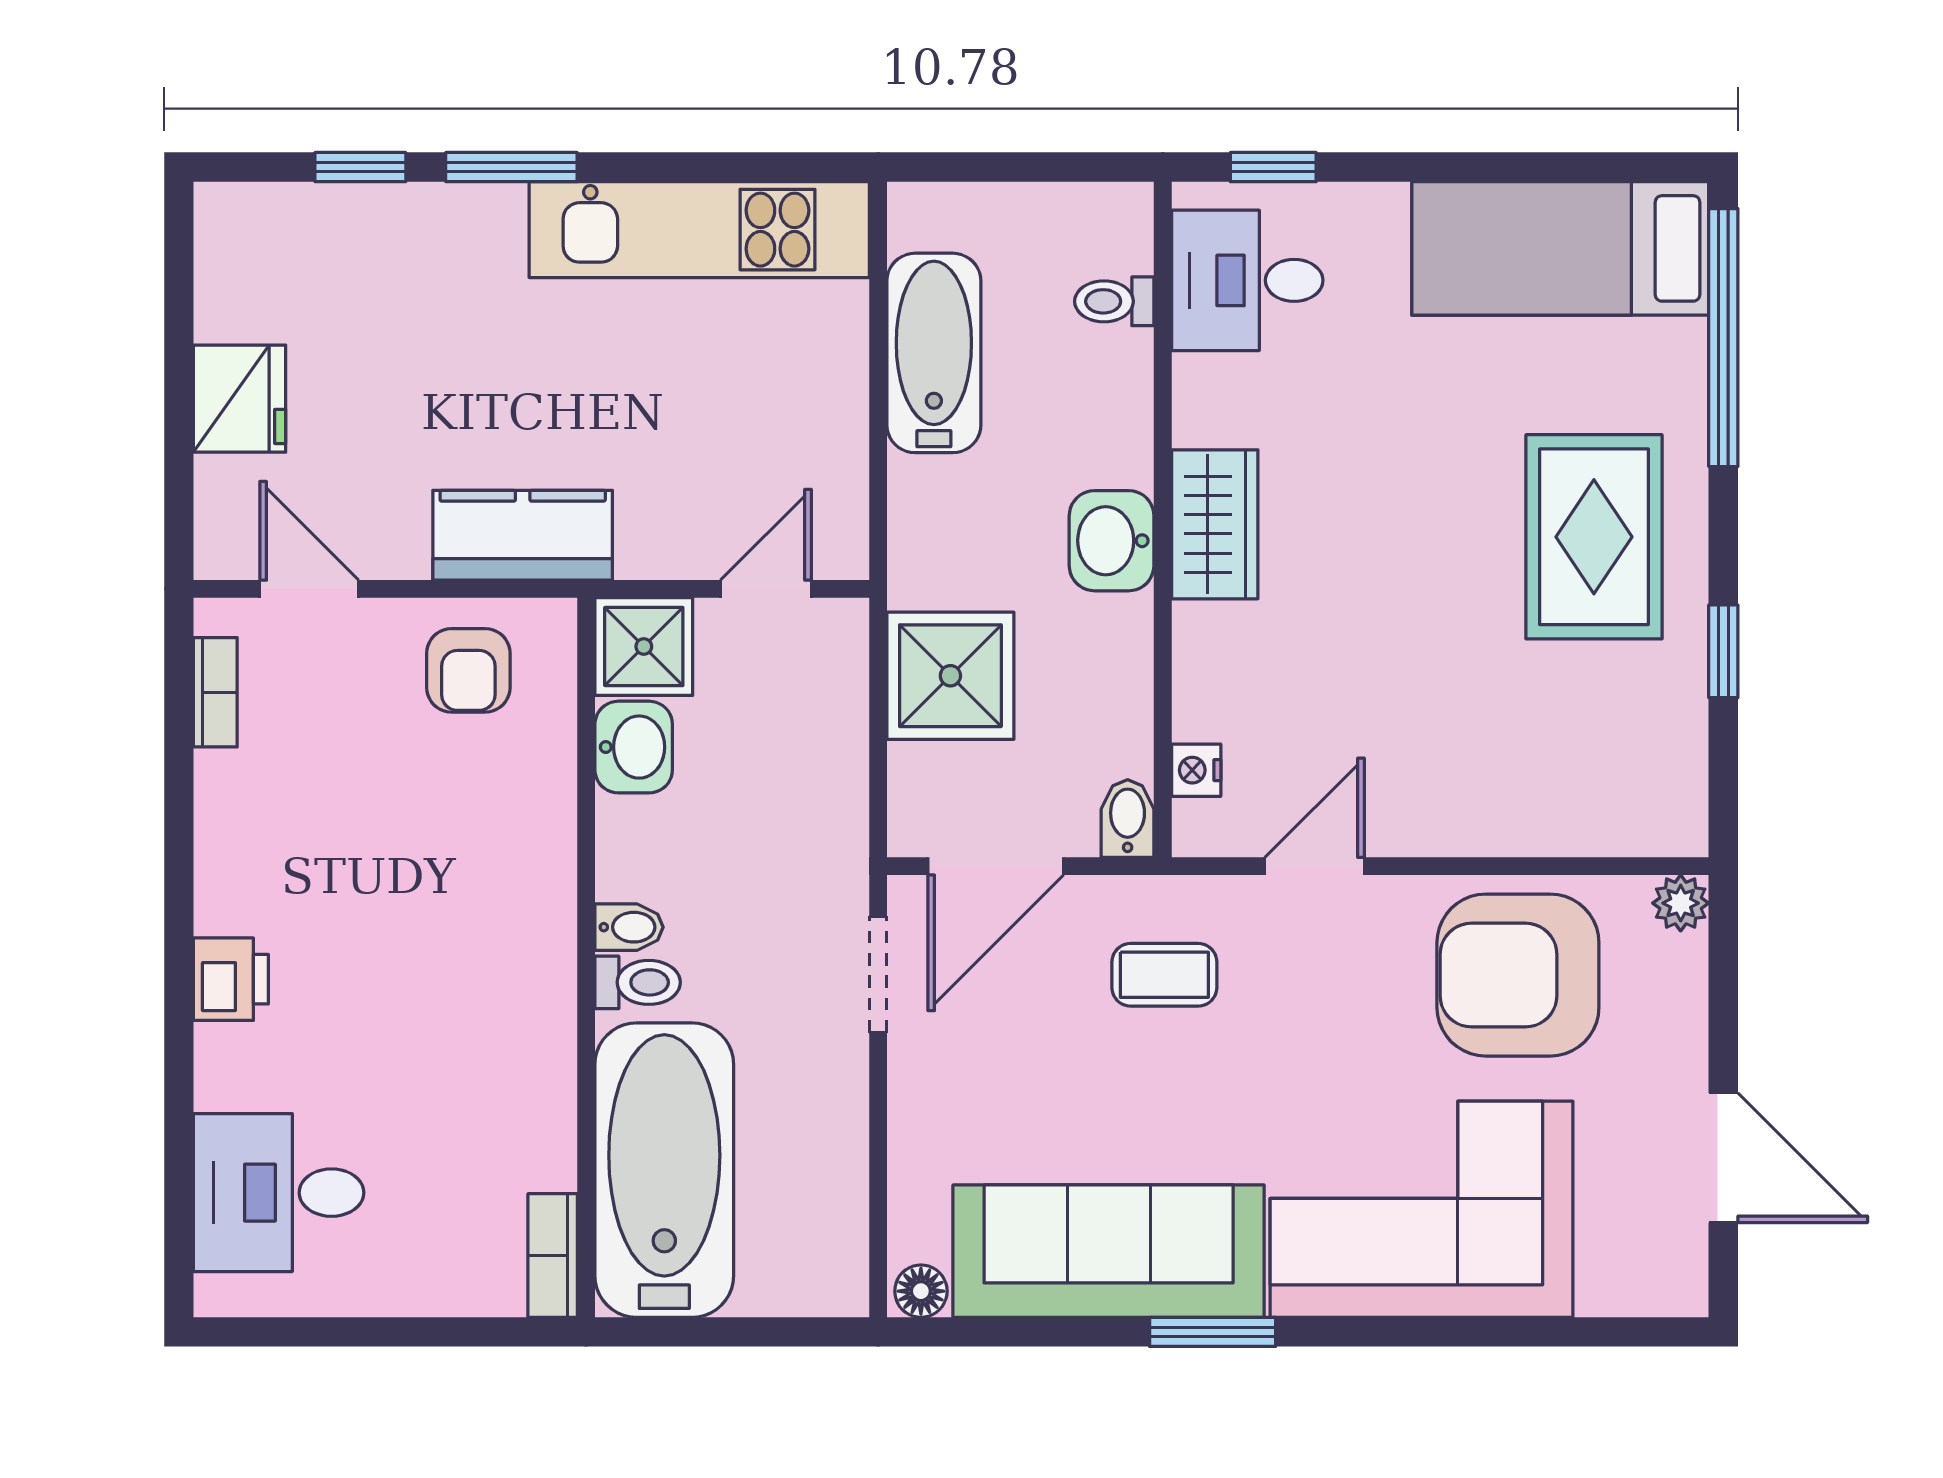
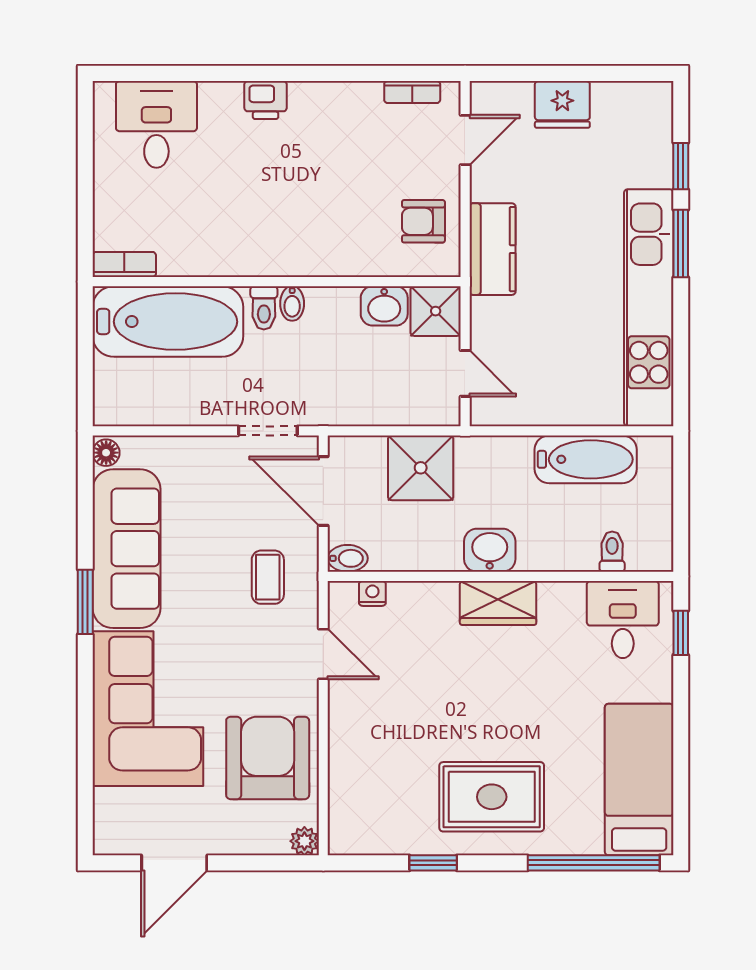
kitchen unit: (699, 230) -> (649, 308), width x1.36

